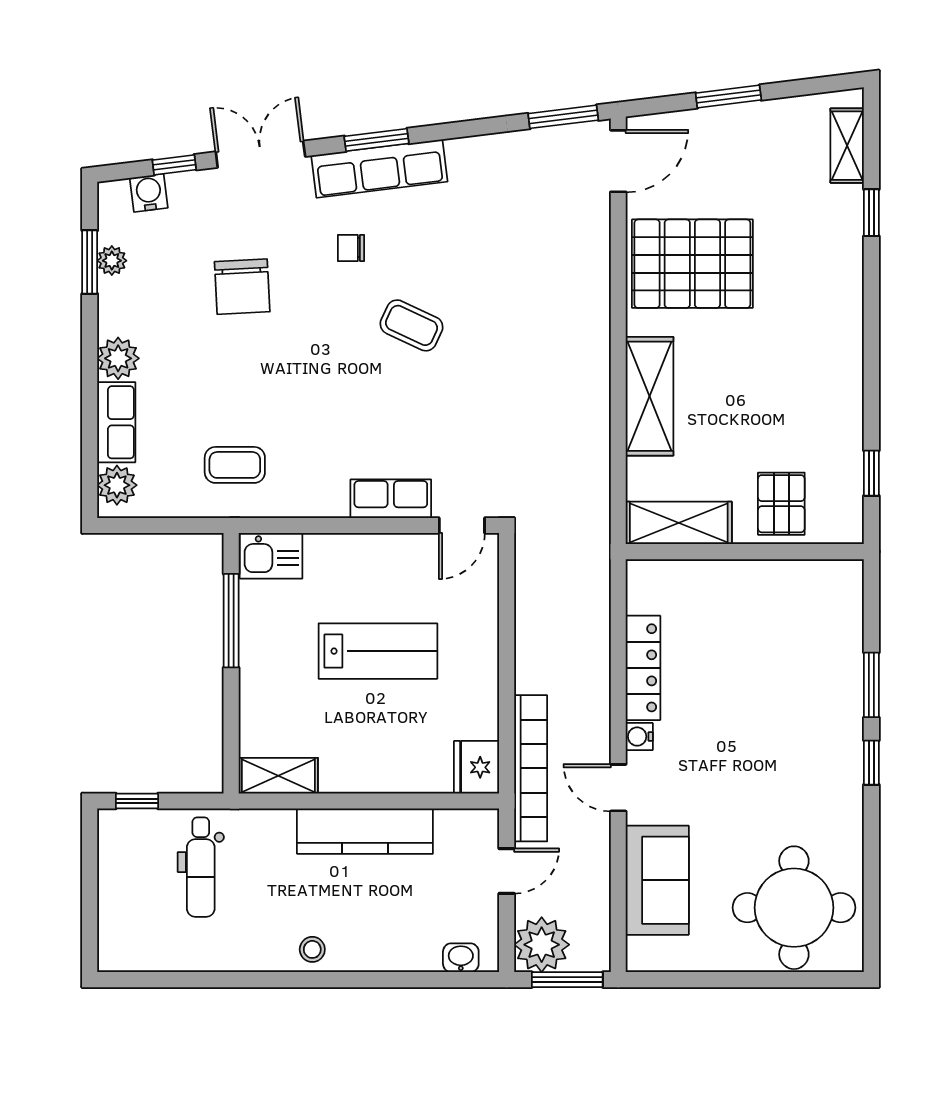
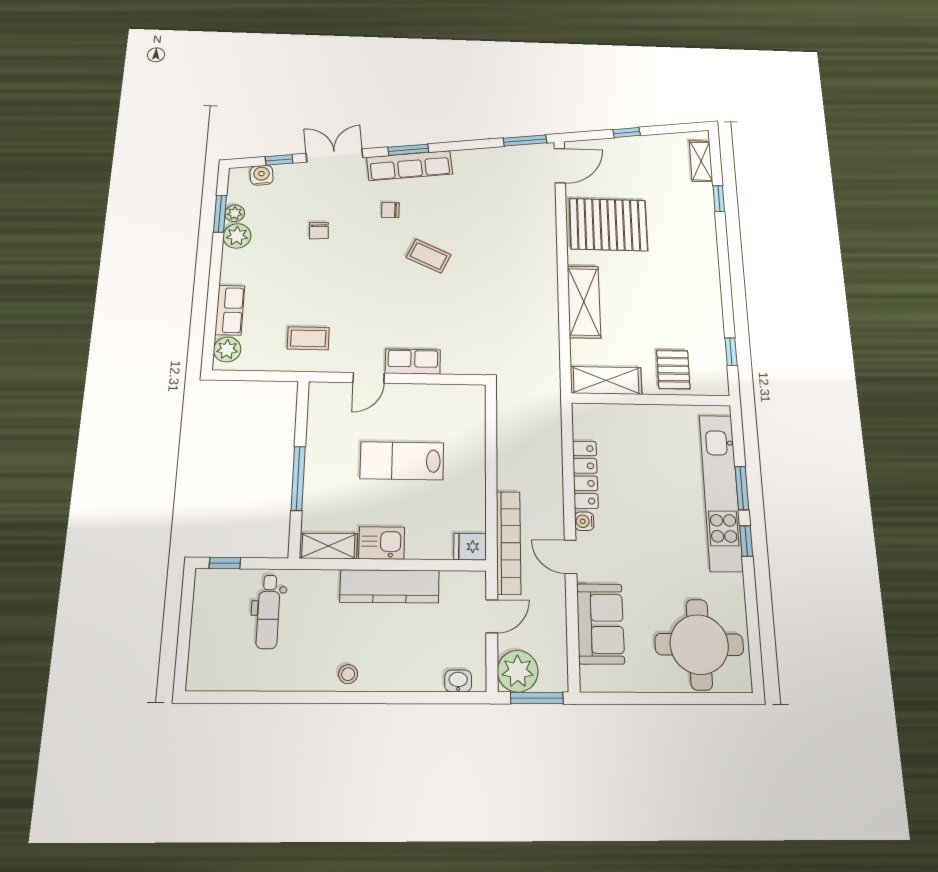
window: (728, 96) -> (627, 132), width x0.67
chair: (242, 287) -> (319, 231), width x0.54, depth x0.54
plant: (118, 358) -> (237, 236), moved
door: (462, 526) -> (369, 378), moved
kitchen sink: (271, 556) -> (382, 543), moved, turned 180
window: (231, 621) -> (298, 478), moved
lab bench: (378, 651) -> (402, 461), turned 180
kitchen unit: (840, 691) -> (721, 492), added
fridge: (477, 767) -> (470, 547), width x0.72

